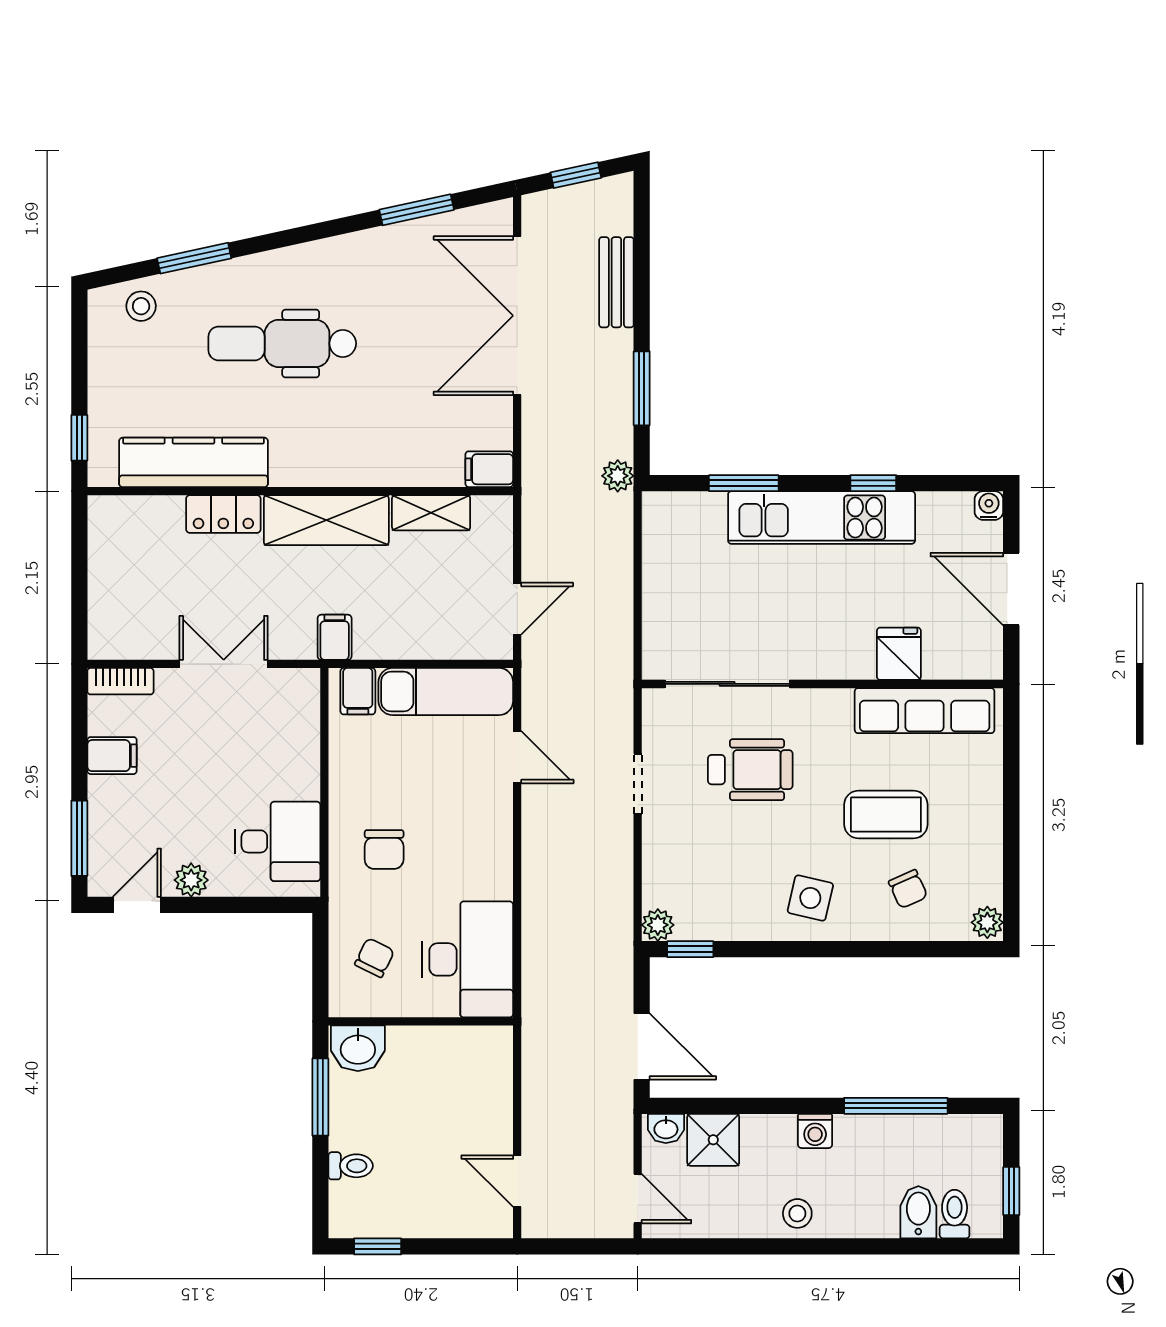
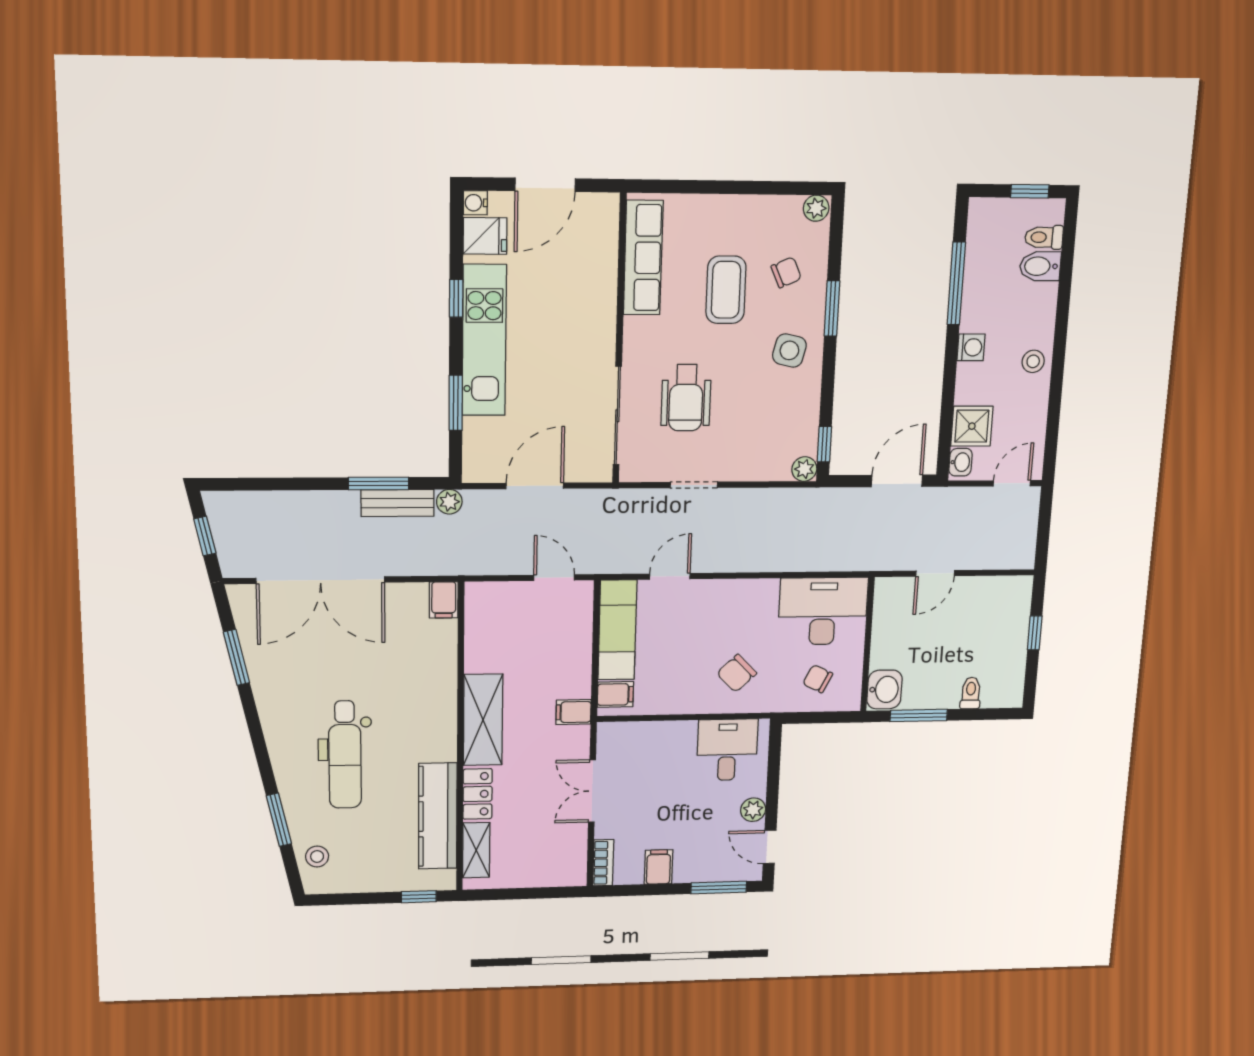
bench: (616, 282) -> (397, 503), moved
shelving: (431, 513) -> (476, 850), moved
door: (638, 582) -> (535, 486), added
fridge: (899, 654) -> (485, 236), moved, turned 180
wheelchair: (750, 770) -> (686, 398), turned 180
chair: (384, 849) -> (737, 673), turned 136
window: (864, 949) -> (832, 308), added
door: (517, 1181) -> (935, 573), moved
window: (378, 1246) -> (1035, 633), moved

